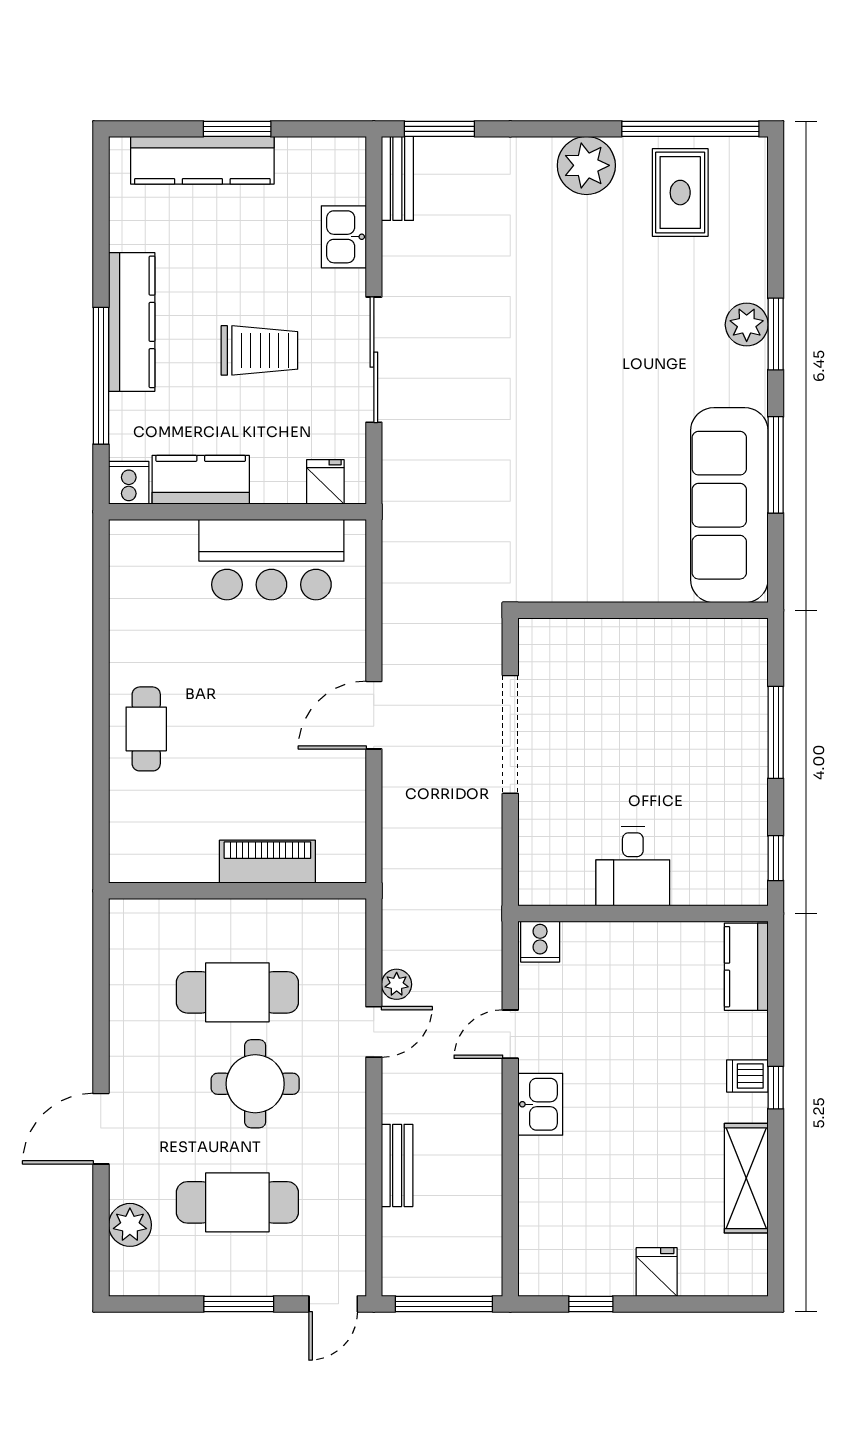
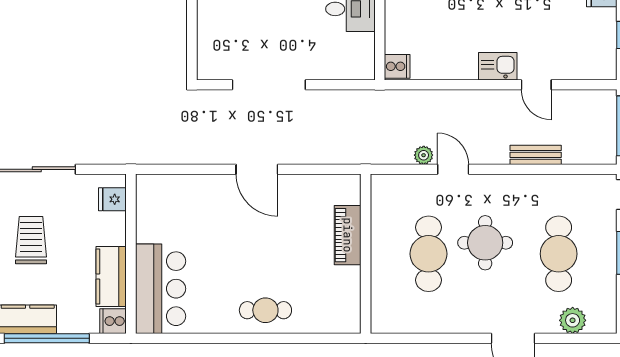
bar counter: (271, 560) -> (161, 289), moved
door: (510, 1034) -> (536, 85), moved

